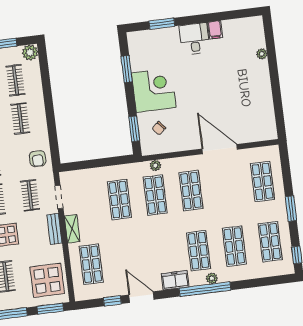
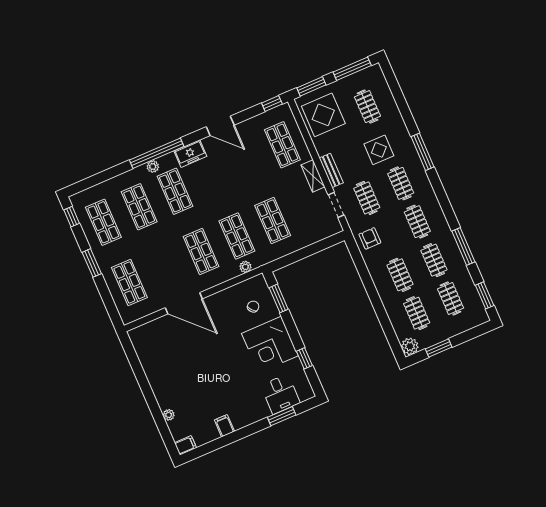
filing cabinet: (255, 23) -> (185, 445), added
desk: (195, 39) -> (280, 394), moved
window: (127, 69) -> (304, 358), width x0.67
window: (112, 301) -> (272, 103), moved

